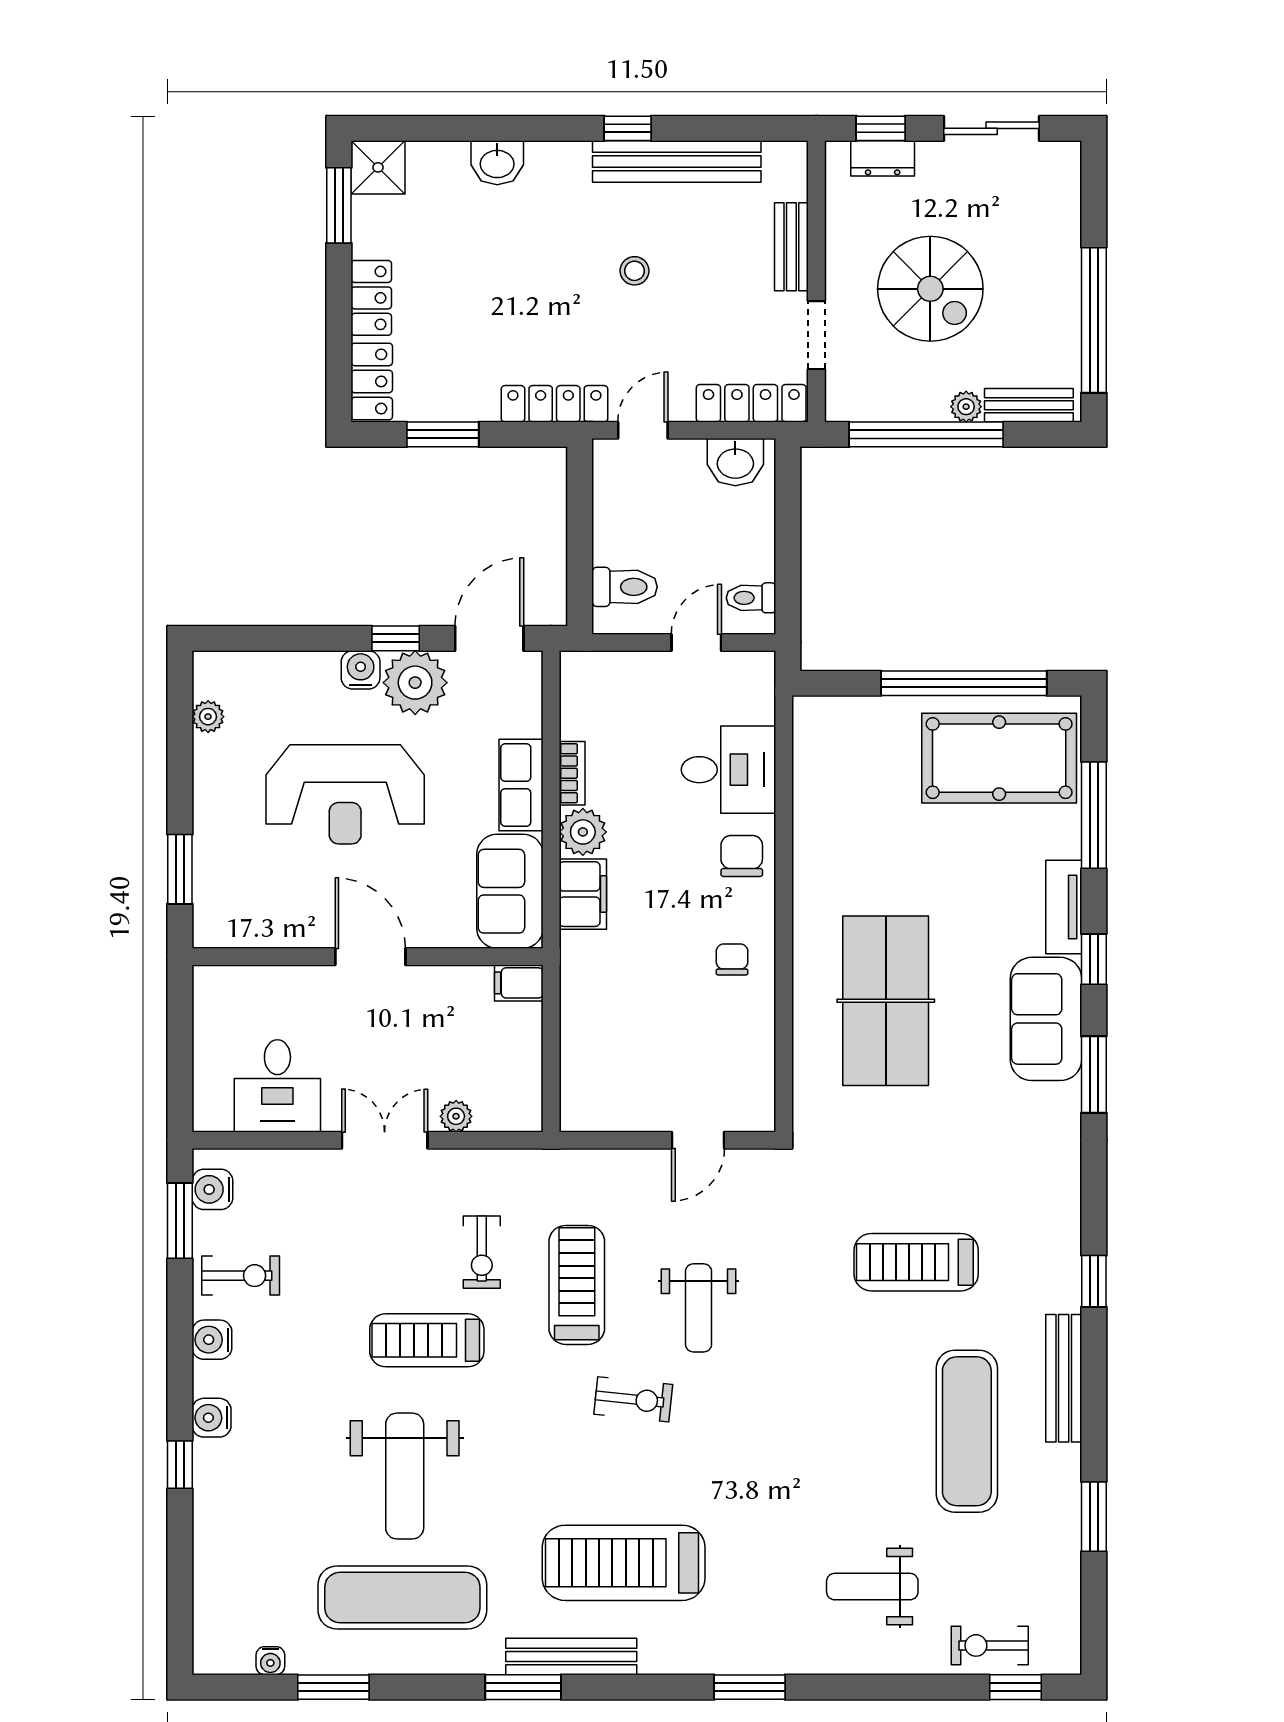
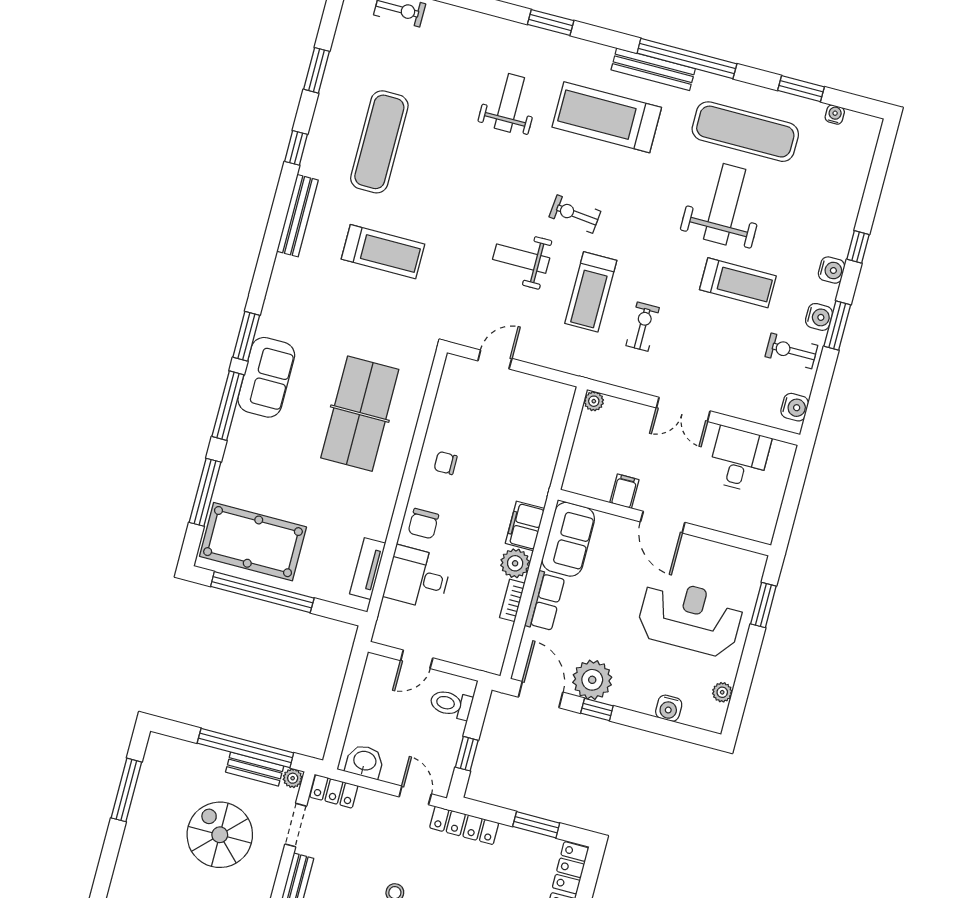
window: (1094, 320) -> (126, 790), width x0.68
locker: (751, 403) -> (334, 791), width x0.66
bench: (1029, 405) -> (255, 769), moved
plant: (966, 407) -> (293, 778), moved
door: (643, 430) -> (415, 795), swing flipped
window: (580, 516) -> (467, 754), added
toilet: (751, 598) -> (377, 677), removed
door: (489, 638) -> (541, 695), swing flipped
water cooler: (361, 670) -> (669, 708), moved
reception desk: (345, 794) -> (690, 618), moved
tv unit: (1064, 907) -> (368, 569), moved, turned 180
chair: (732, 959) -> (446, 463), turned 90
window: (1094, 959) -> (228, 406), width x2.17
filing cabinet: (519, 983) -> (624, 491), moved, turned -90
plant: (456, 1116) -> (594, 401), moved
window: (180, 1221) -> (837, 325), moved
window: (1094, 1281) -> (296, 148), moved
weight bench: (699, 1308) -> (521, 259), turned -90
treadmill: (427, 1340) -> (738, 283), moved
bench: (1064, 1378) -> (298, 216), moved
treadmill: (624, 1563) -> (607, 117), turned 180
weight bench: (872, 1587) -> (509, 103), moved, turned -90
window: (523, 1687) -> (687, 59), width x2.11

